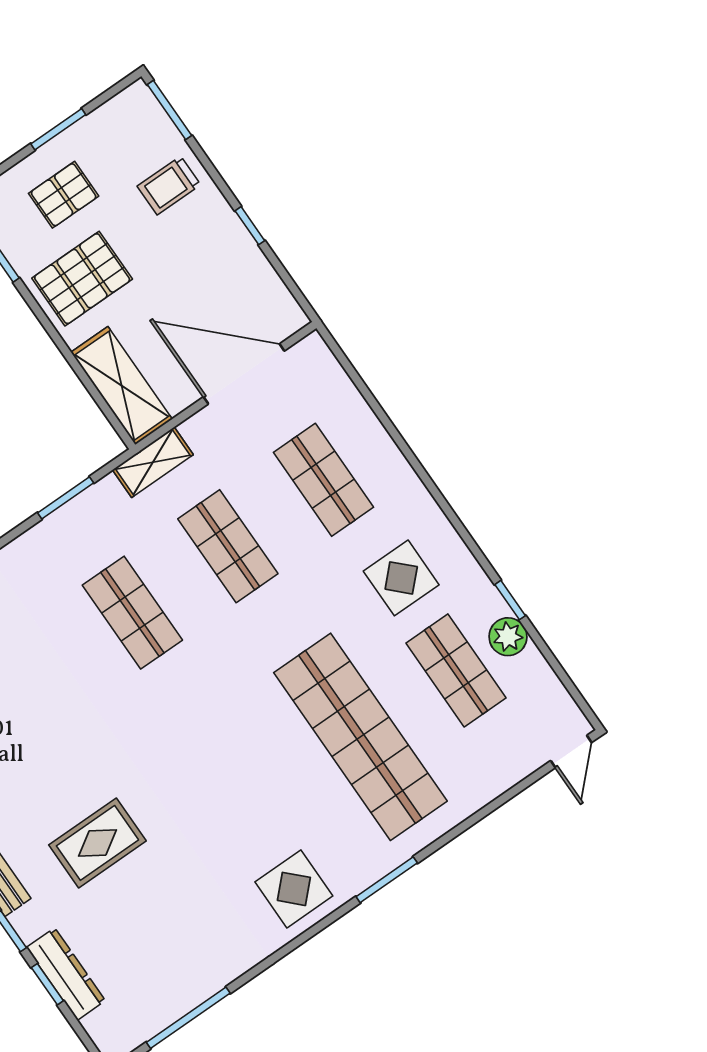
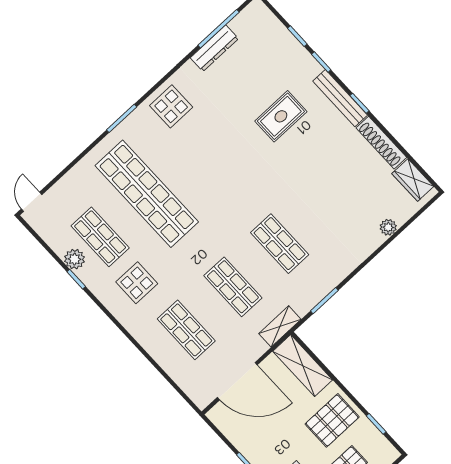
dresser: (66, 974) -> (214, 48), moved, turned -90

